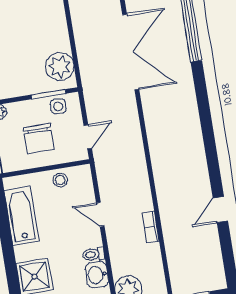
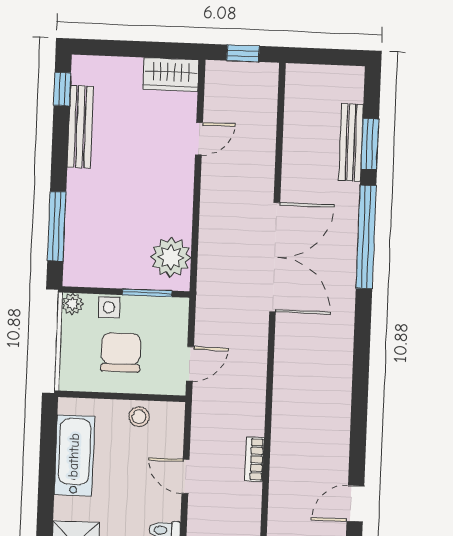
side table: (58, 106) -> (109, 307), moved
chair: (39, 139) -> (121, 352), turned 180
bookcase: (151, 227) -> (254, 459), moved

